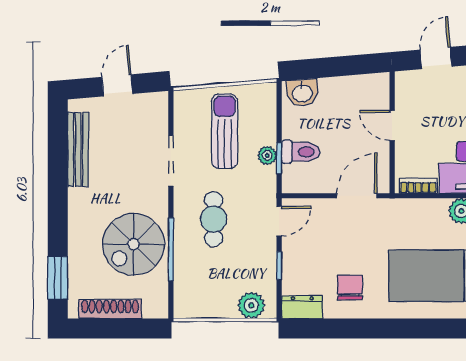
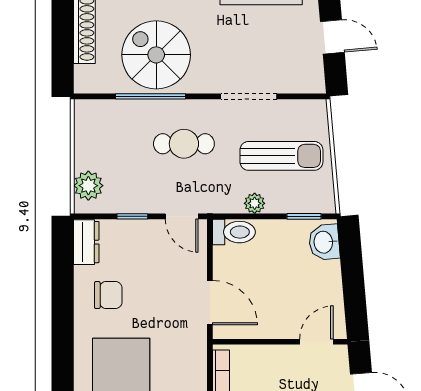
door: (392, 125) -> (317, 342), moved
toilet: (301, 152) -> (234, 232), moved, turned -90
window: (279, 158) -> (304, 216), moved

